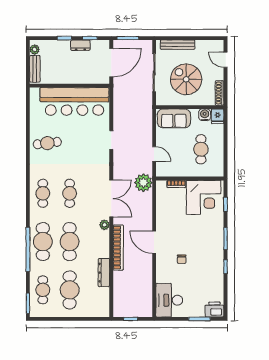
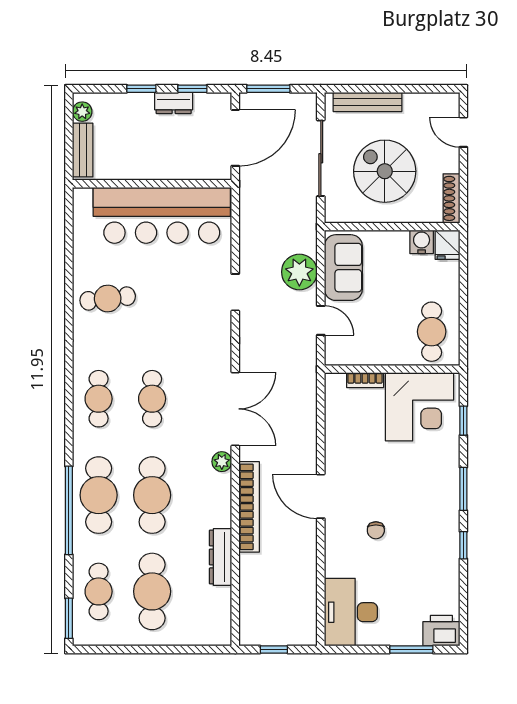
sofa: (174, 118) -> (343, 268), moved, turned -90
cafe table: (201, 149) -> (432, 332), moved
plant: (143, 183) -> (299, 272), moved

